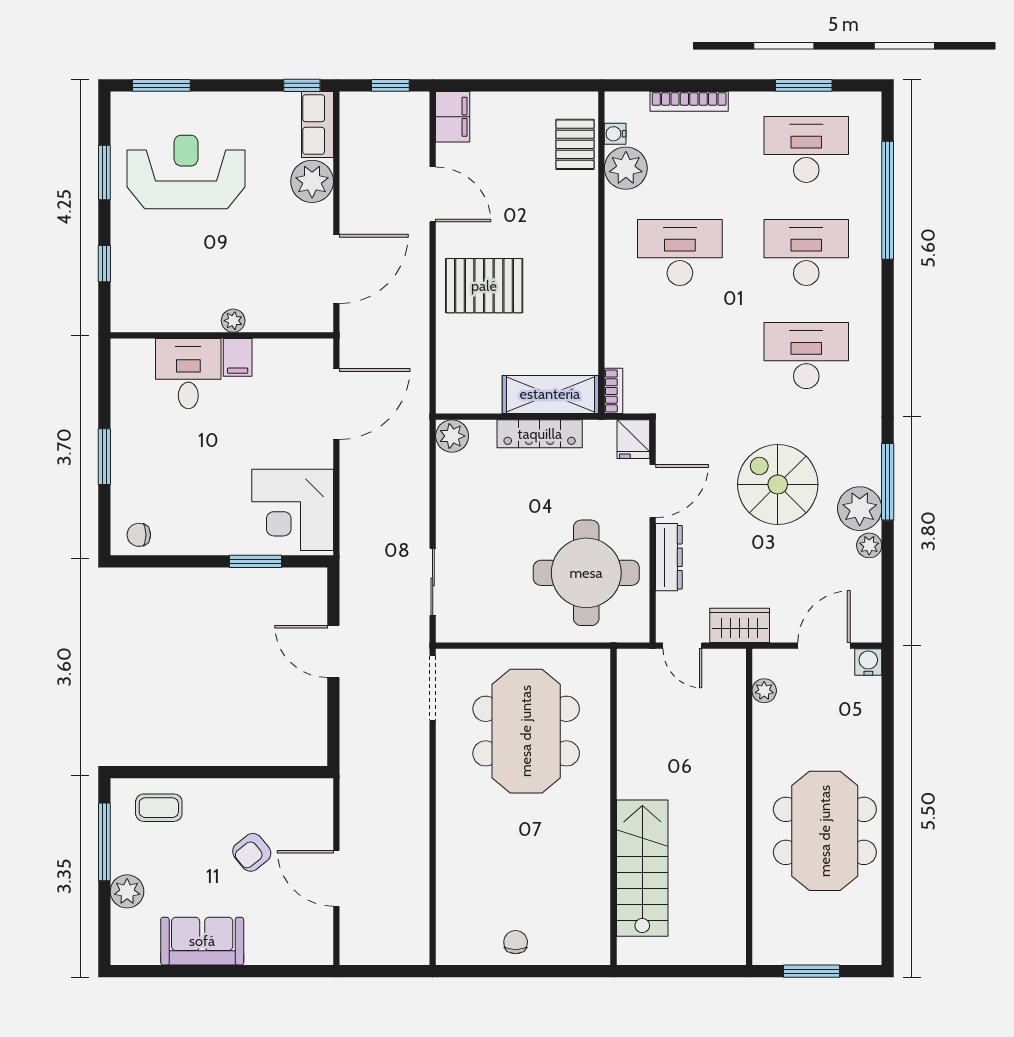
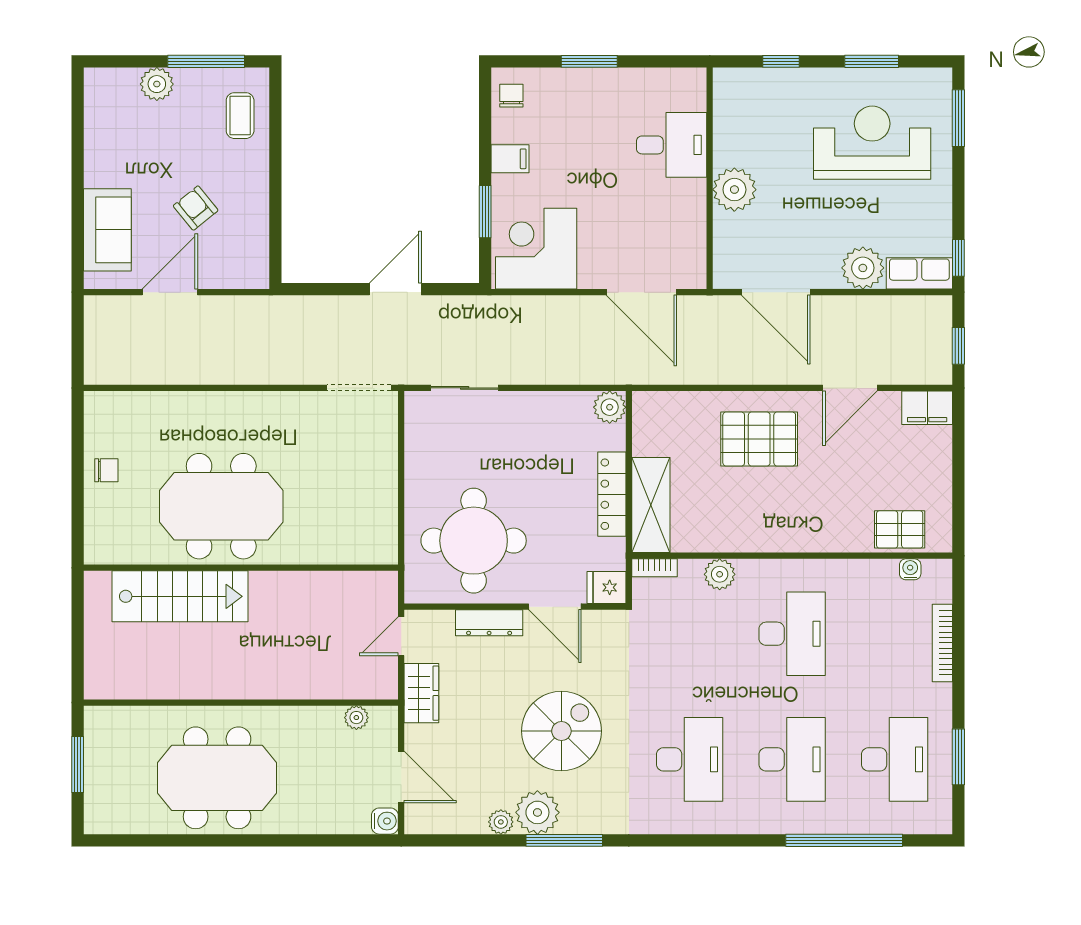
plant: (626, 168) -> (720, 574), moved, width x0.73, depth x0.73
reception desk: (186, 172) -> (872, 143), turned -90
pallet: (484, 286) -> (759, 439), turned 90
plant: (233, 321) -> (734, 190), width x1.88, depth x1.88
filing cabinet: (238, 357) -> (510, 159), moved, turned 180
meeting table: (526, 731) -> (221, 506), moved
sofa: (202, 941) -> (107, 230), moved

